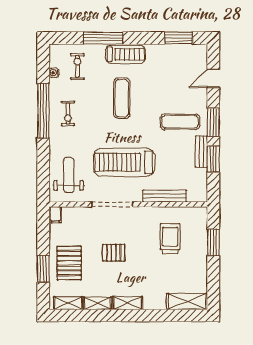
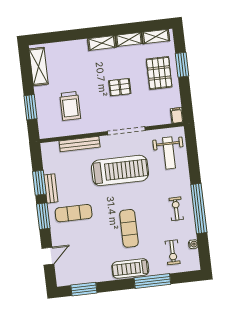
shelving: (187, 302) -> (39, 66), moved, turned 90

